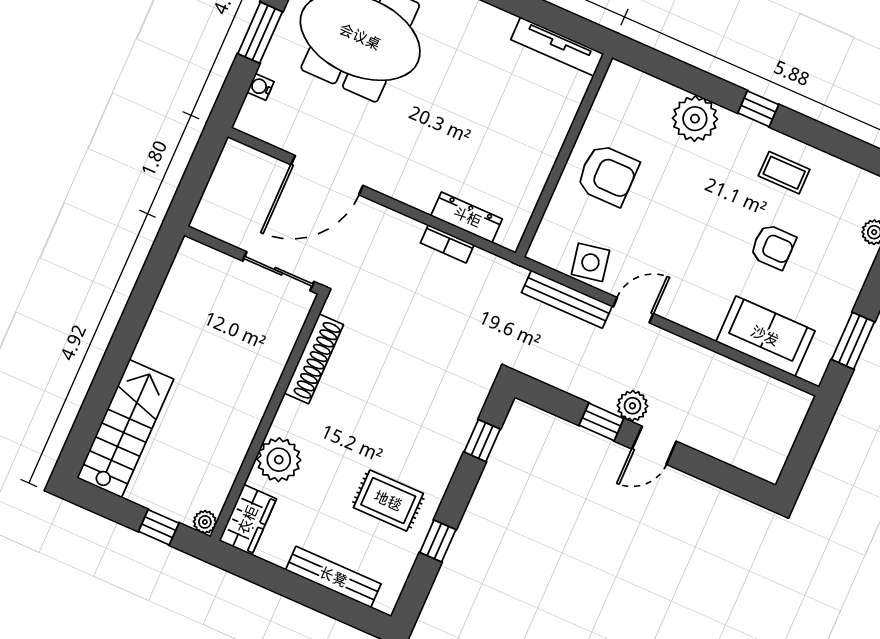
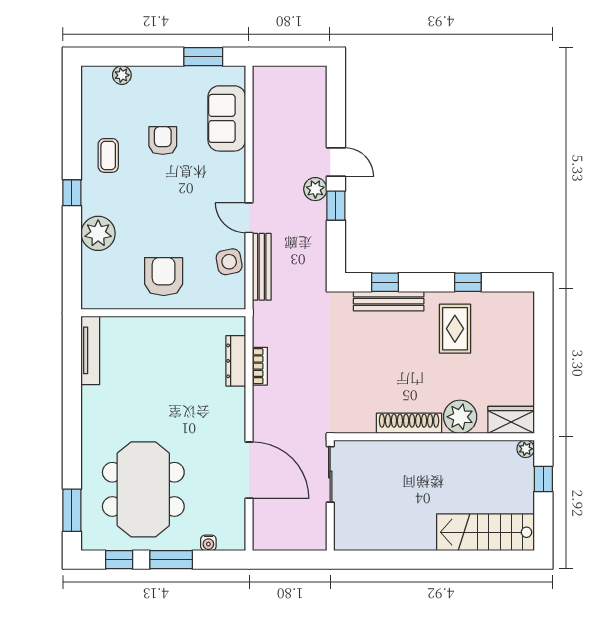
shoe rack: (314, 359) -> (409, 423), moved
bench: (333, 577) -> (389, 301), moved, turned 90

